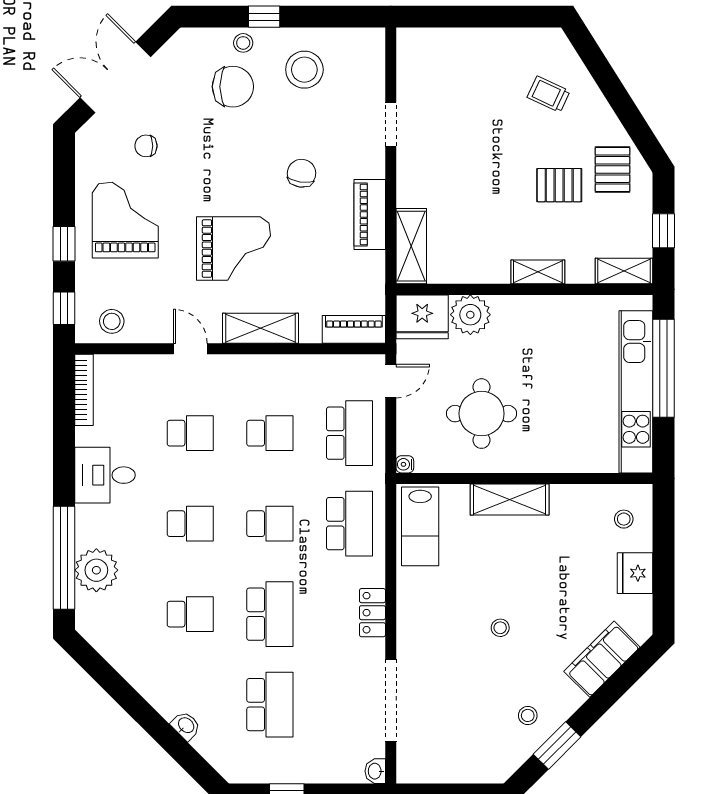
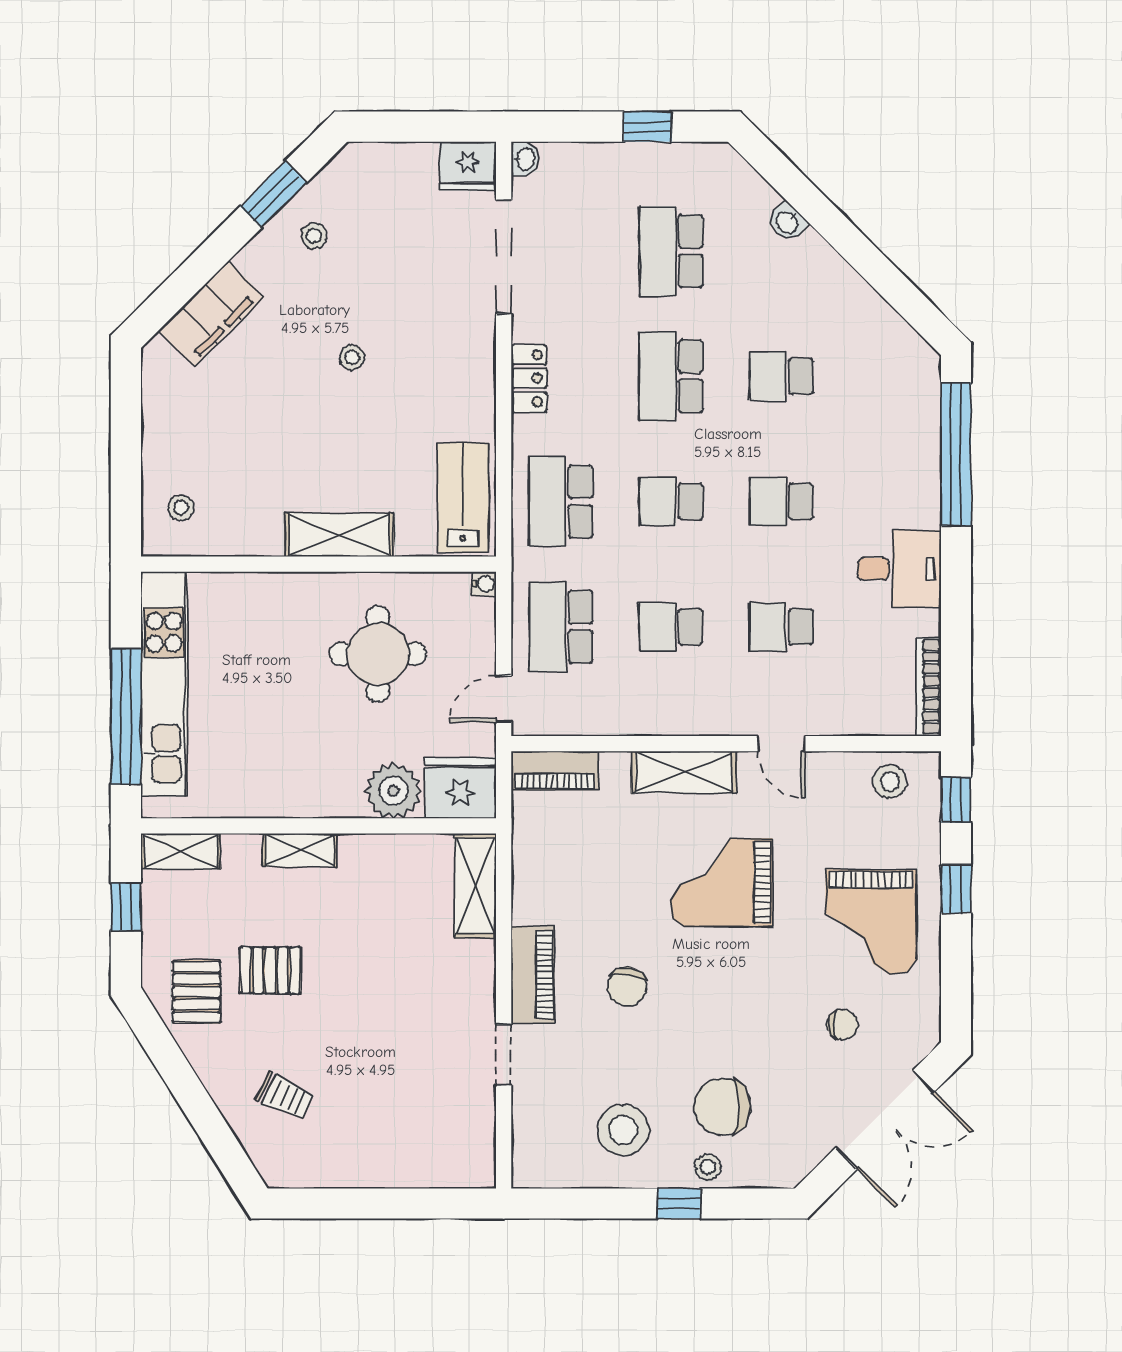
piano: (370, 214) -> (533, 975), moved
plant: (96, 570) -> (911, 437), removed
fridge: (635, 573) -> (468, 166), moved, turned 90

